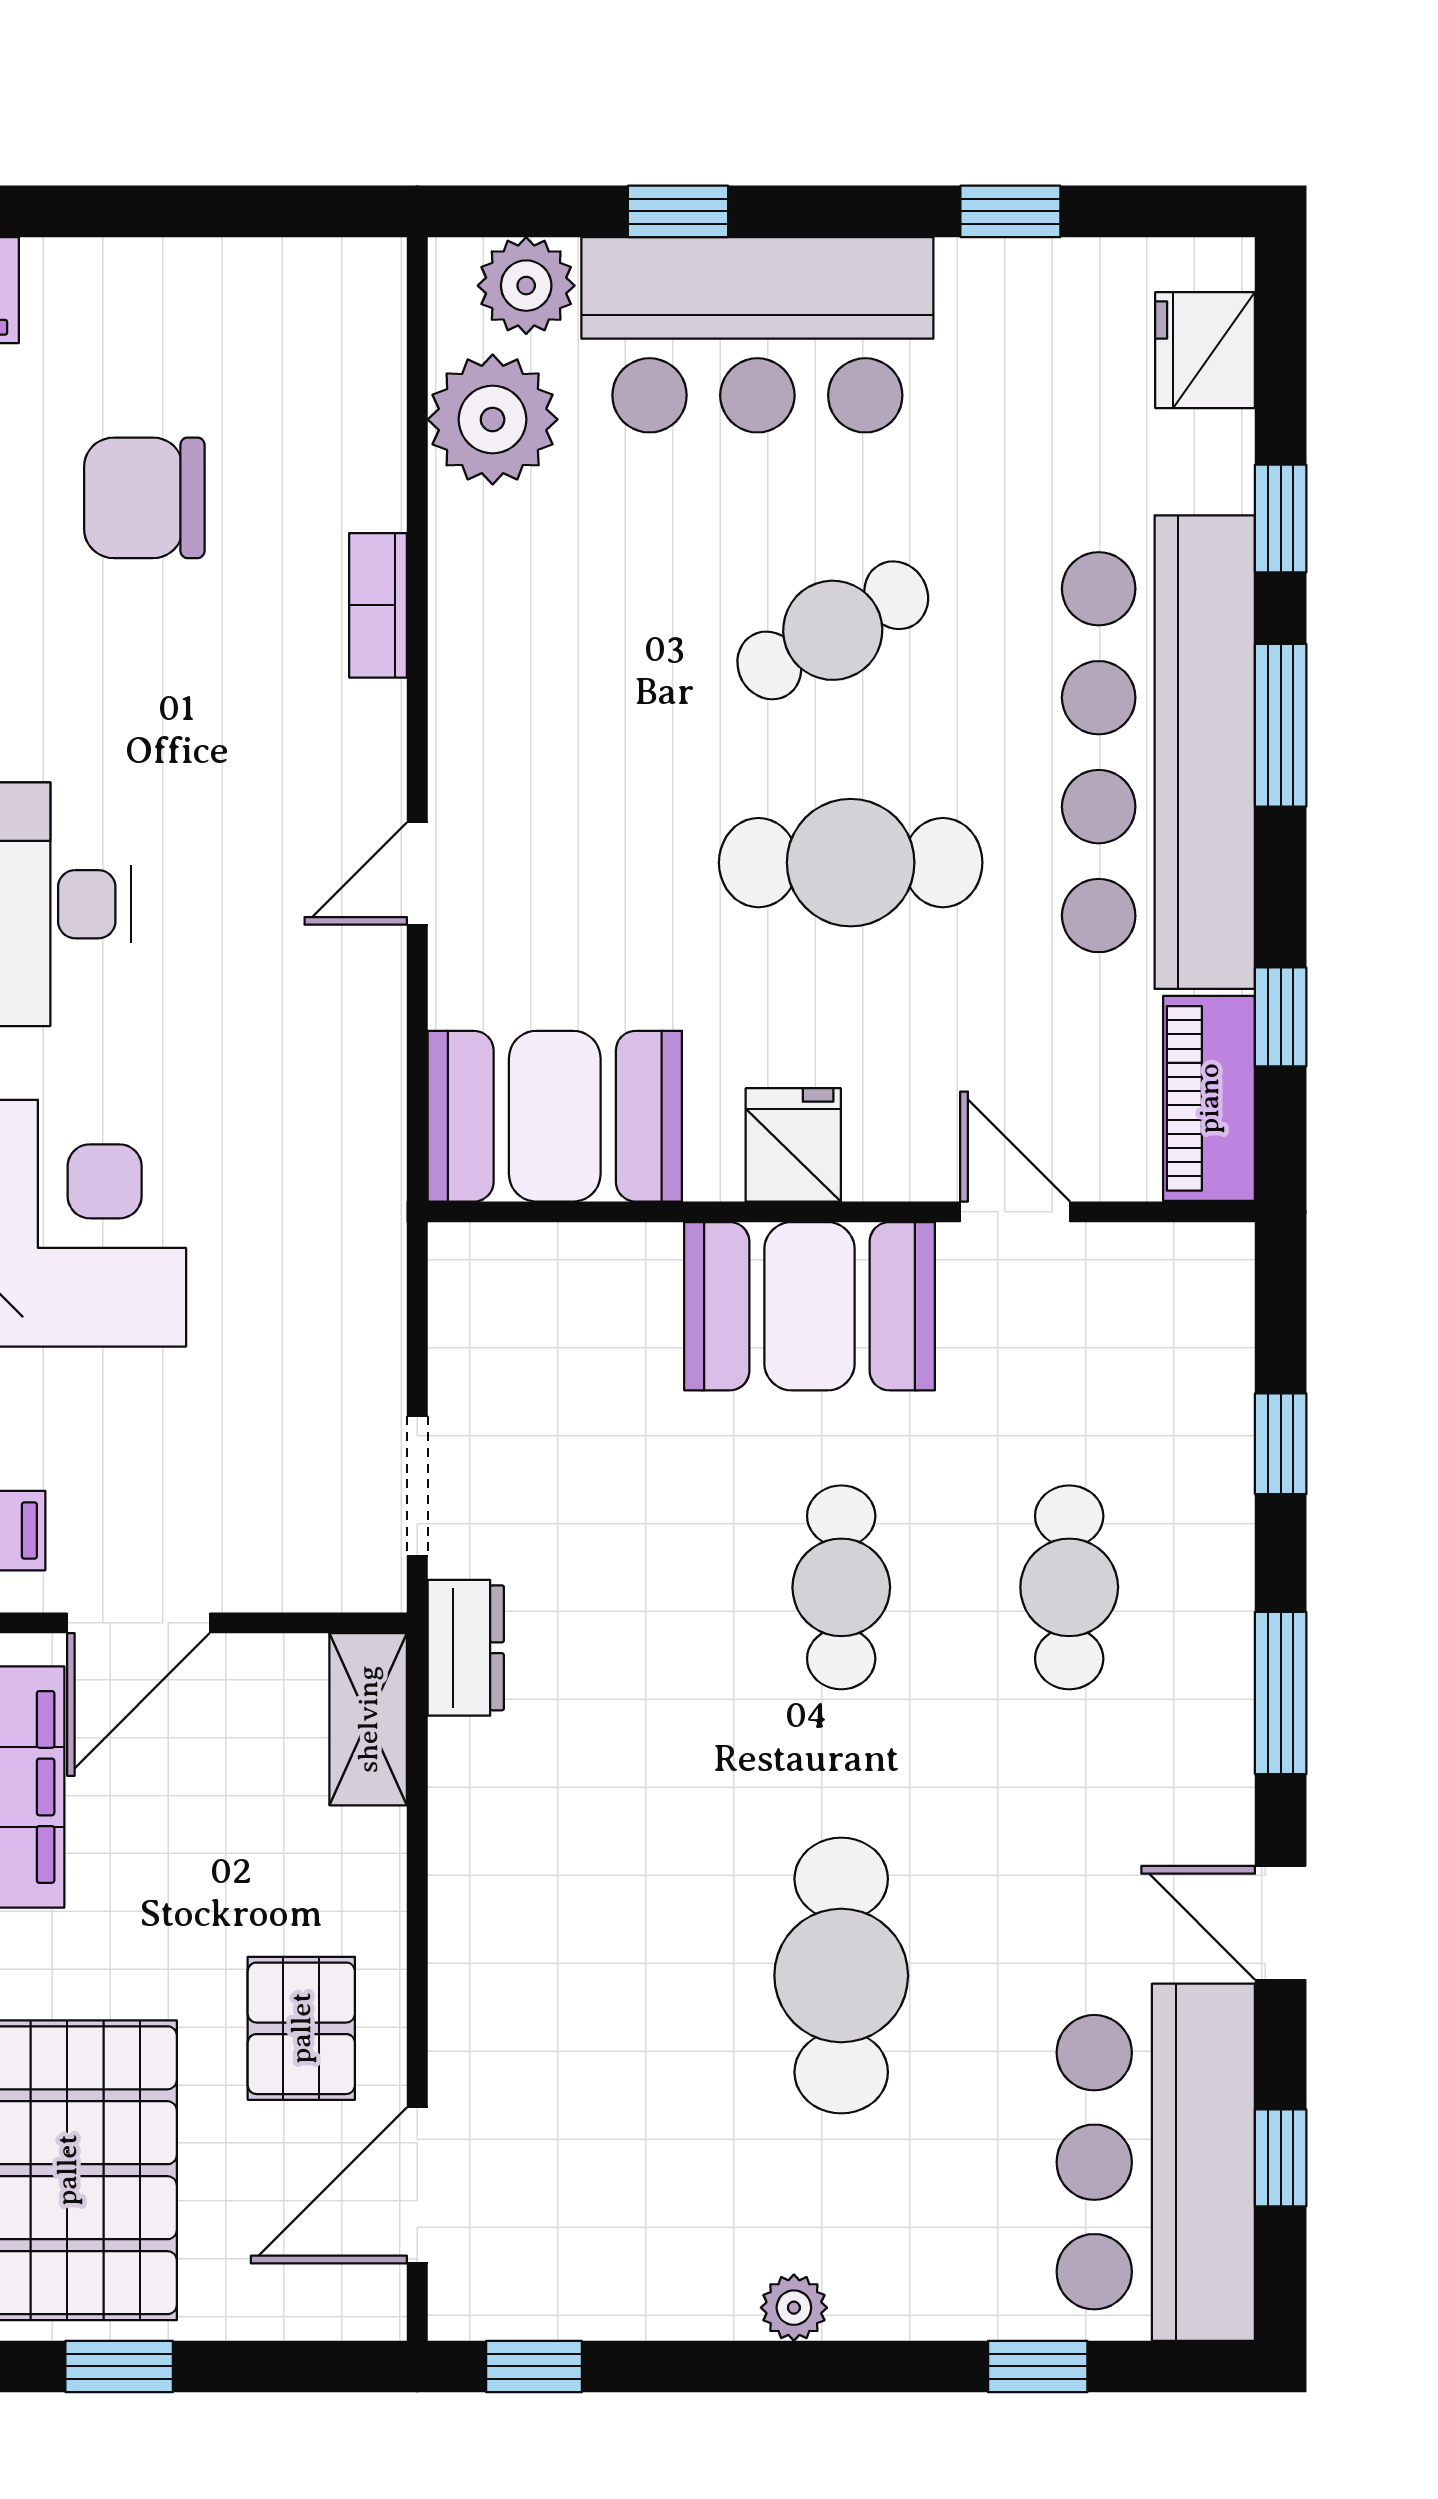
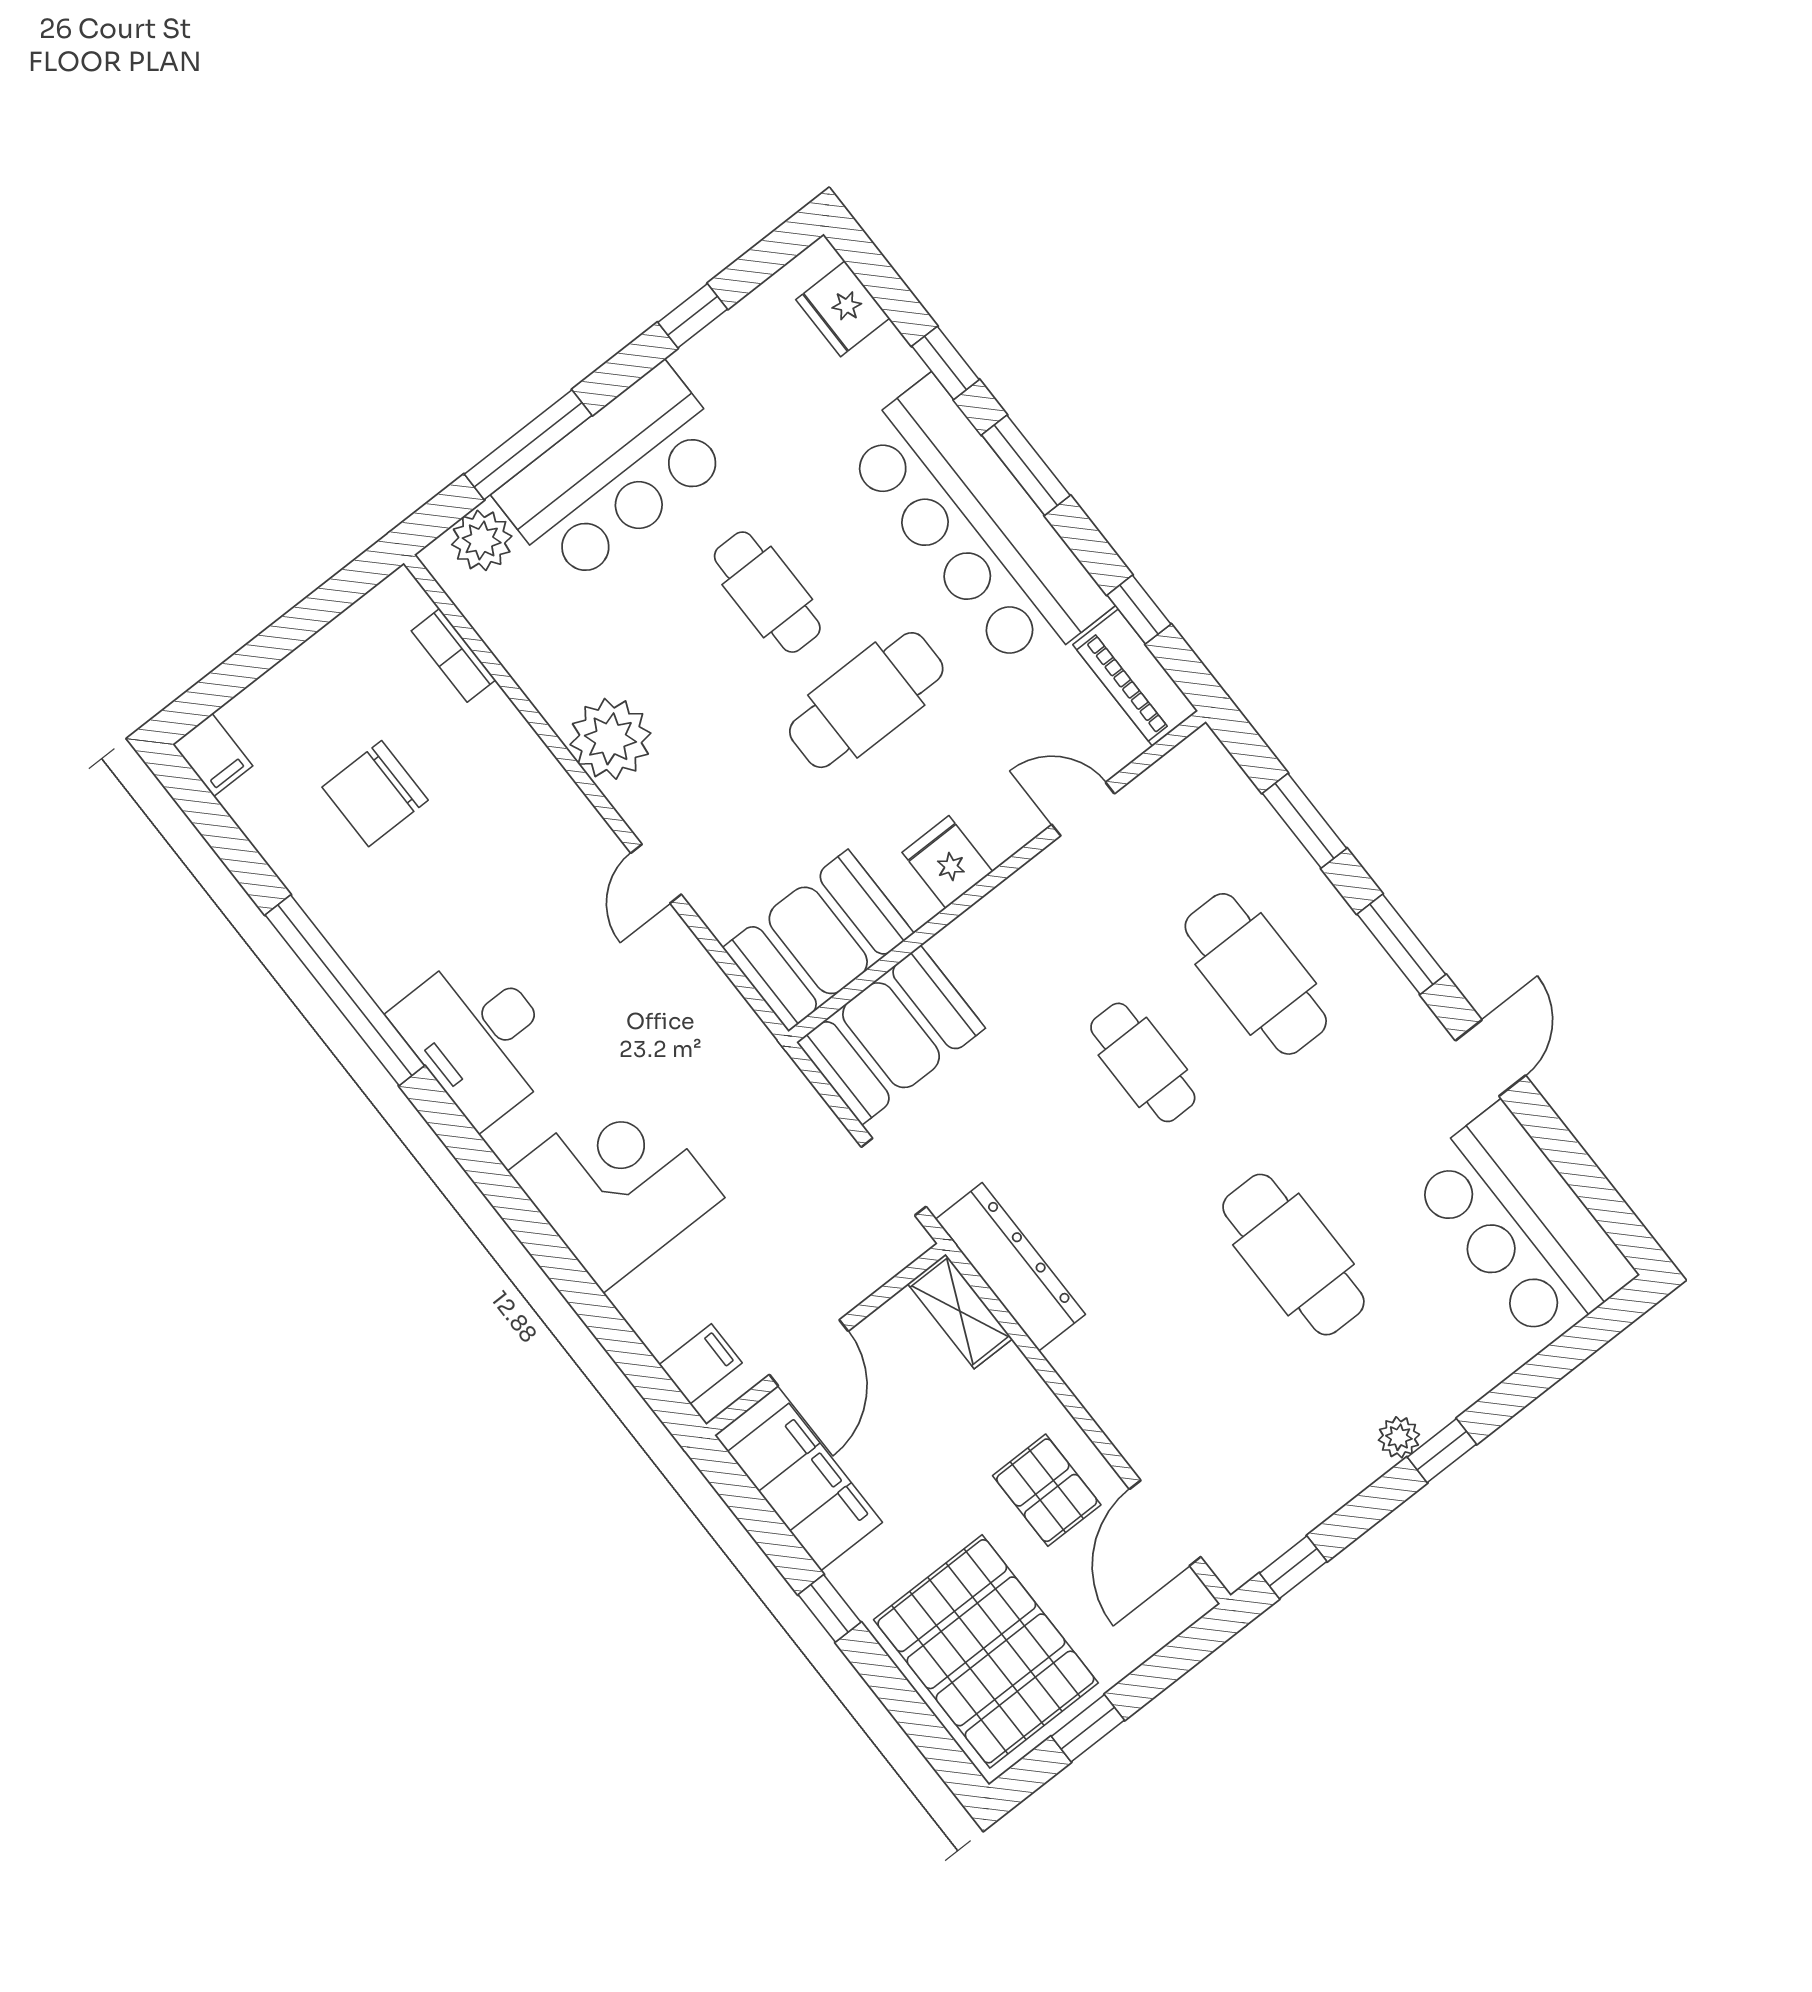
window: (678, 211) -> (528, 445), width x2.17
plant: (493, 419) -> (610, 739), moved
bookcase: (378, 605) -> (453, 655), moved
cafe table: (833, 630) -> (767, 592), turned -61
booth: (810, 1306) -> (891, 1035), moved
window: (1281, 1444) -> (1305, 821), width x1.50
cafe table: (1069, 1587) -> (1256, 974), width x1.37, depth x1.35
dresser: (466, 1648) -> (1010, 1267), width x1.96, depth x1.24
door: (1281, 1923) -> (1491, 1058), swing flipped
window: (1281, 2158) -> (1582, 1174), removed
window: (1038, 2366) -> (1442, 1451), moved

